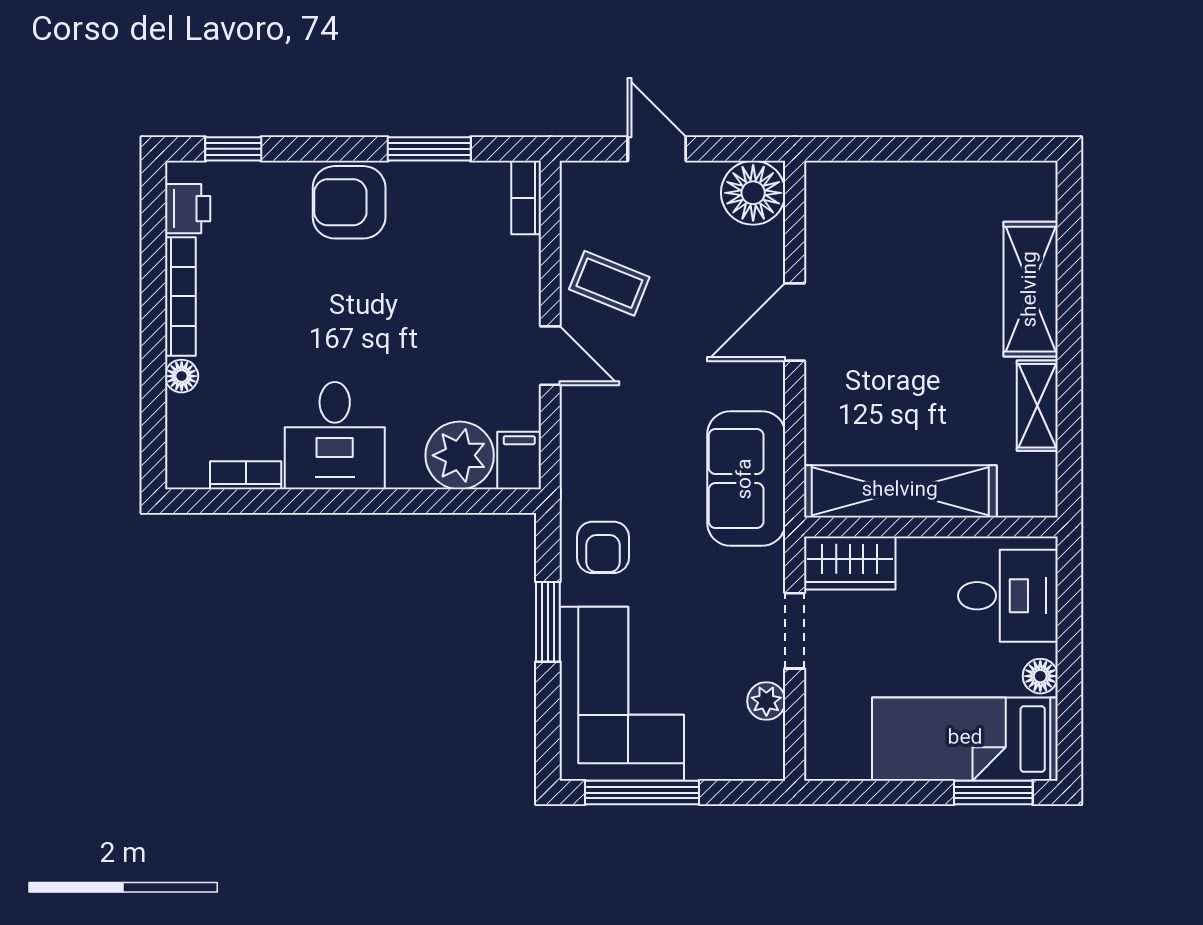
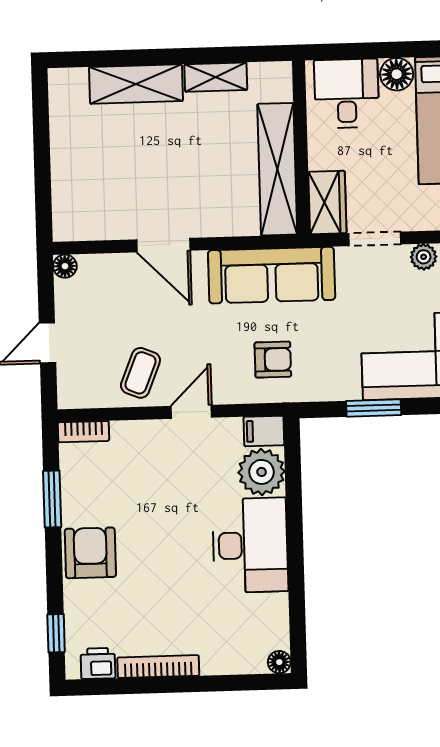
floor lamp: (753, 193) -> (65, 266), width x0.53, depth x0.53
armchair: (349, 202) -> (90, 553), turned 180
floor lamp: (182, 376) -> (279, 662), moved
desk: (335, 436) -> (250, 545), width x1.37
bookcase: (246, 475) -> (280, 618), removed
sofa: (746, 479) -> (272, 275), width x1.36
armchair: (603, 547) -> (273, 360), moved
floor lamp: (1040, 676) -> (397, 74), width x1.37, depth x1.37

